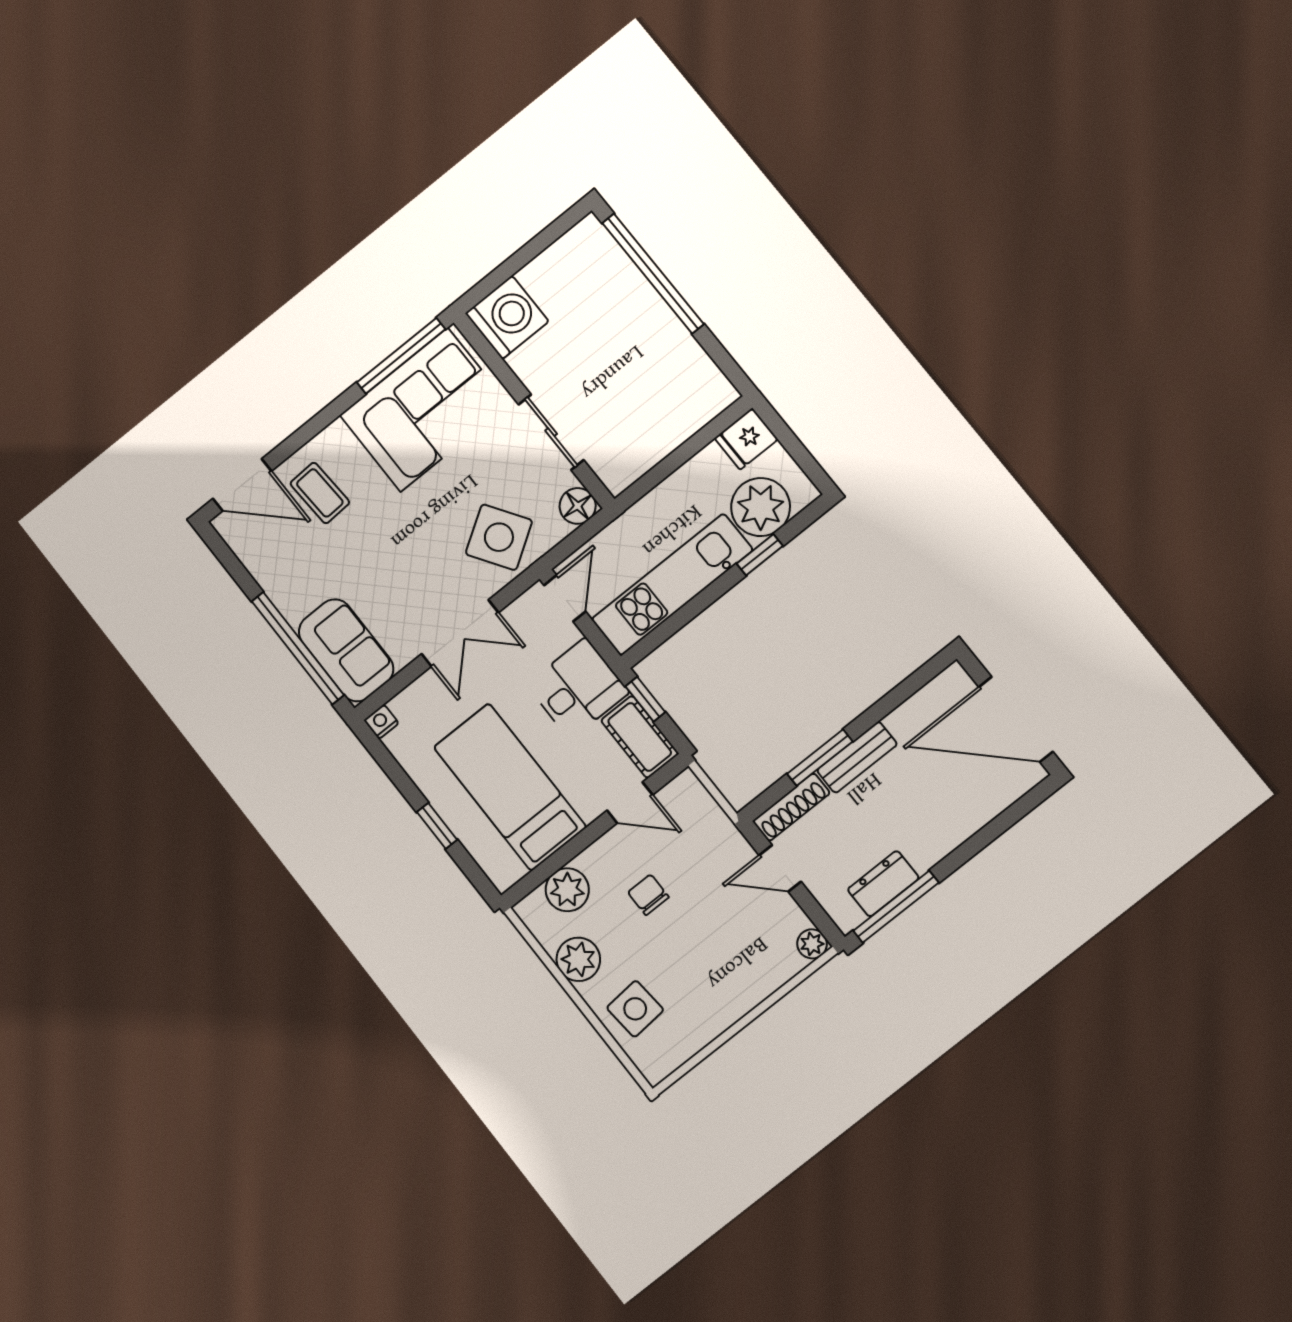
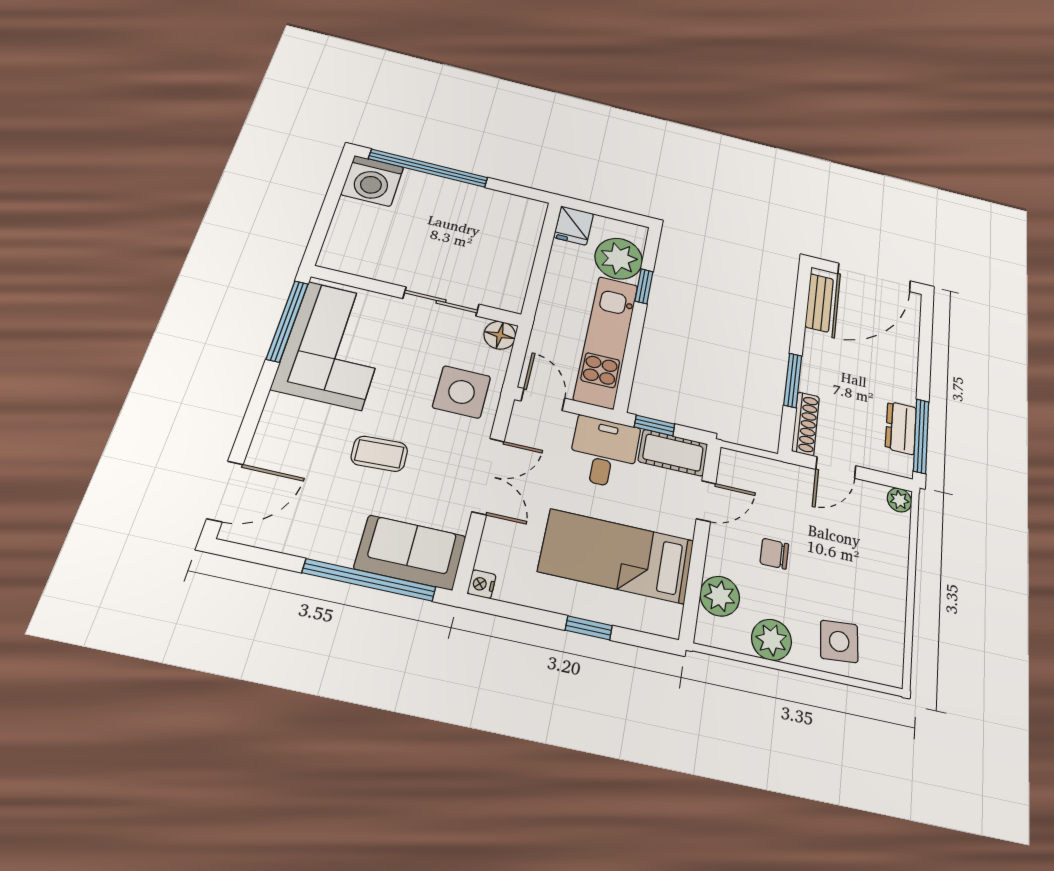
washing machine: (507, 317) -> (372, 181), moved, turned 180
coffee table: (320, 493) -> (379, 454), moved
side table: (499, 537) -> (462, 392), turned 33
bench: (857, 757) -> (819, 303), moved

